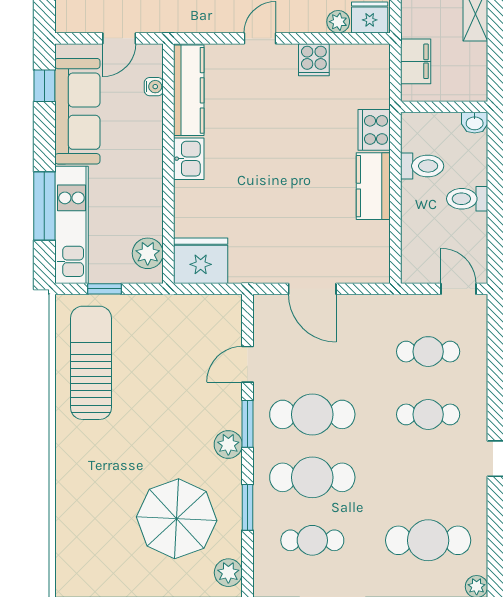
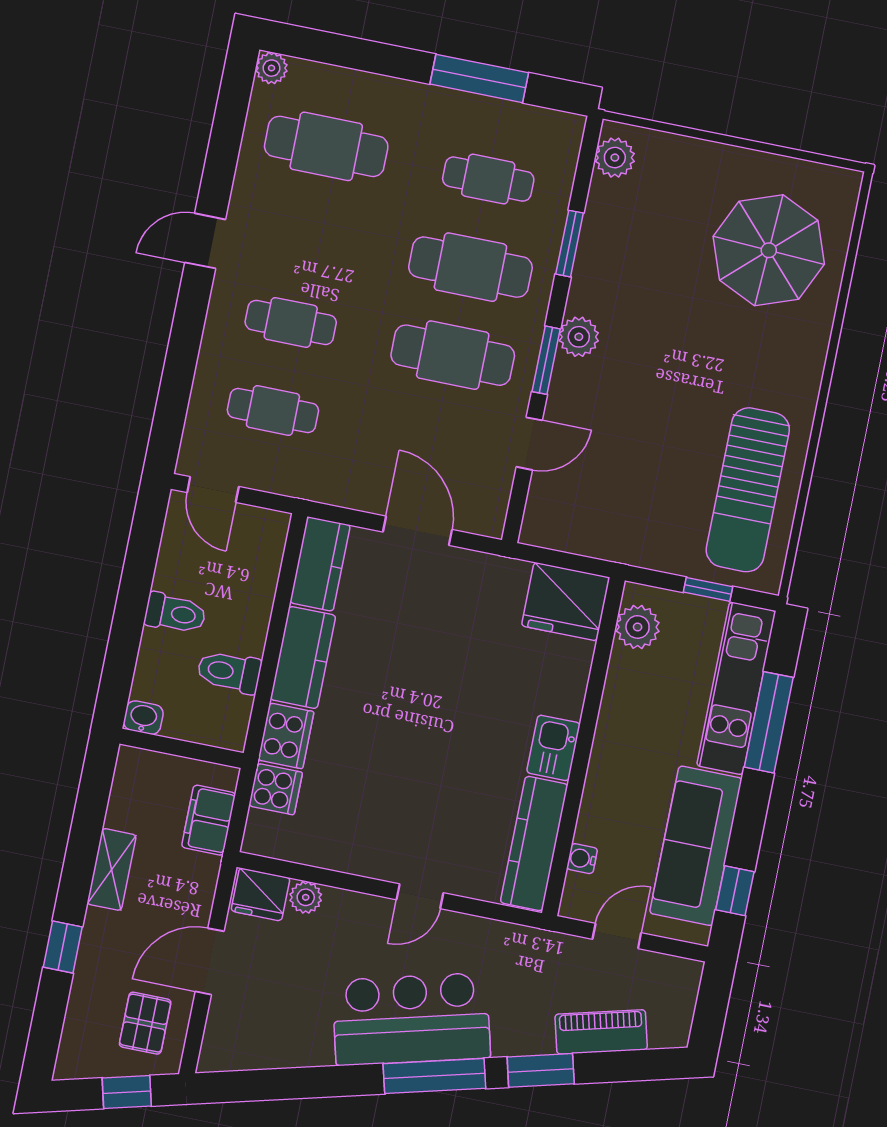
cooker: (314, 60) -> (276, 789), moved, turned 90
kitchen counter: (375, 253) -> (320, 564), added
parasol: (177, 519) -> (769, 250), moved

